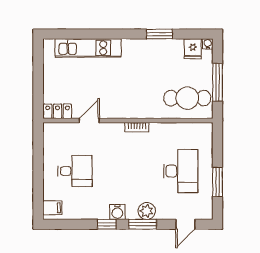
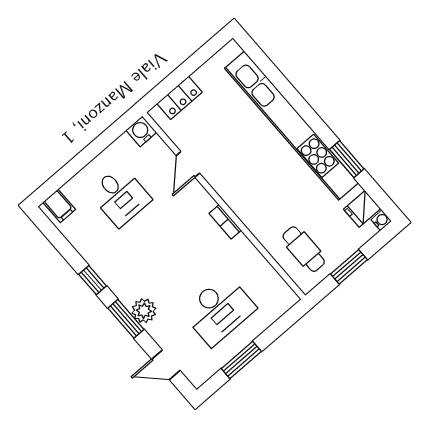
kitchen unit: (88, 48) -> (291, 126), width x1.86
window: (217, 82) -> (349, 267), width x0.69
cafe table: (187, 98) -> (304, 249), width x0.73, depth x0.74
locker: (57, 111) -> (180, 98), moved, turned 90
door: (89, 121) -> (188, 164), swing flipped
water cooler: (117, 212) -> (141, 131), moved, turned 90

